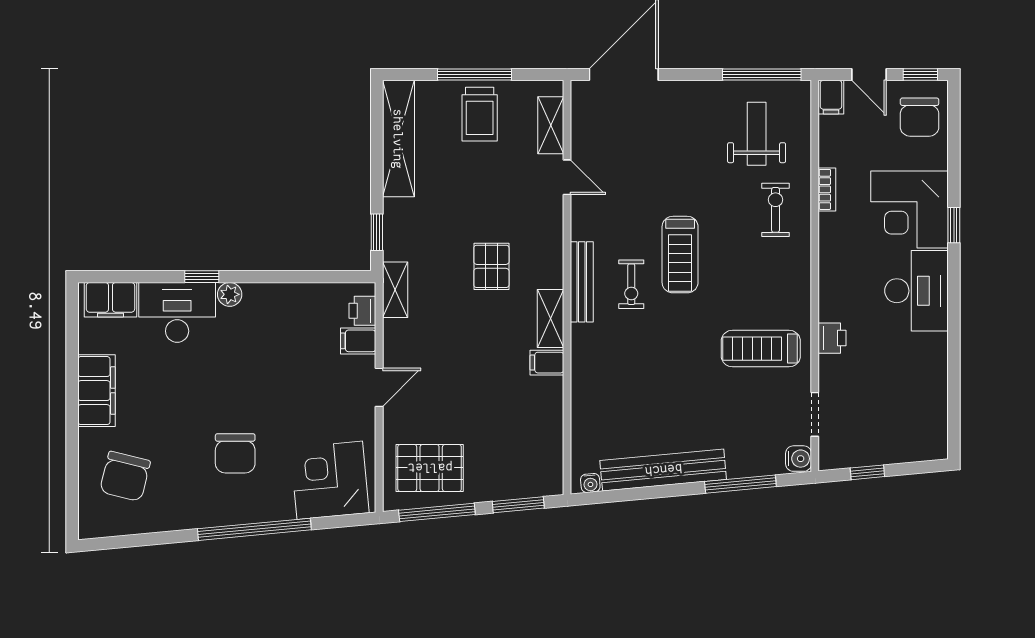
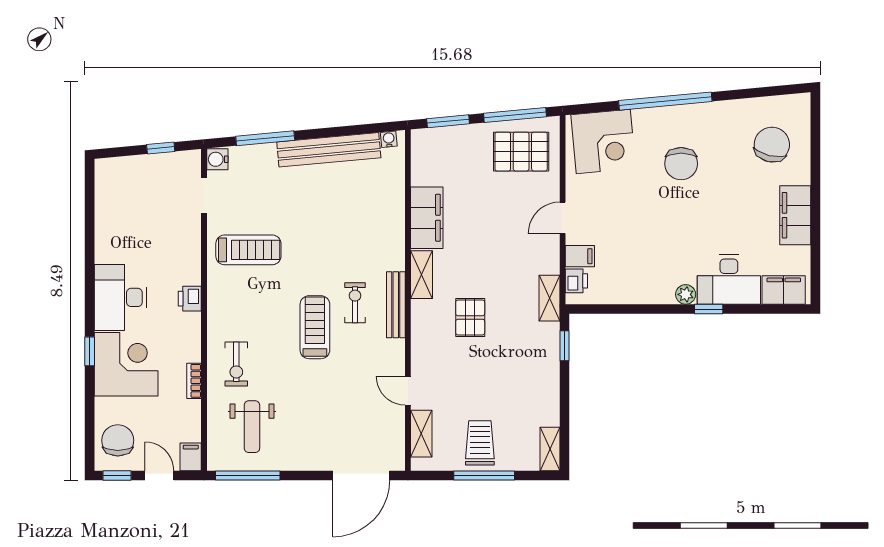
shelving: (398, 139) -> (550, 449), width x0.45, depth x0.75
printer: (832, 338) -> (190, 299), moved
filing cabinet: (547, 363) -> (427, 218), width x3.00, depth x1.17
chair: (235, 453) -> (681, 164), turned 180

